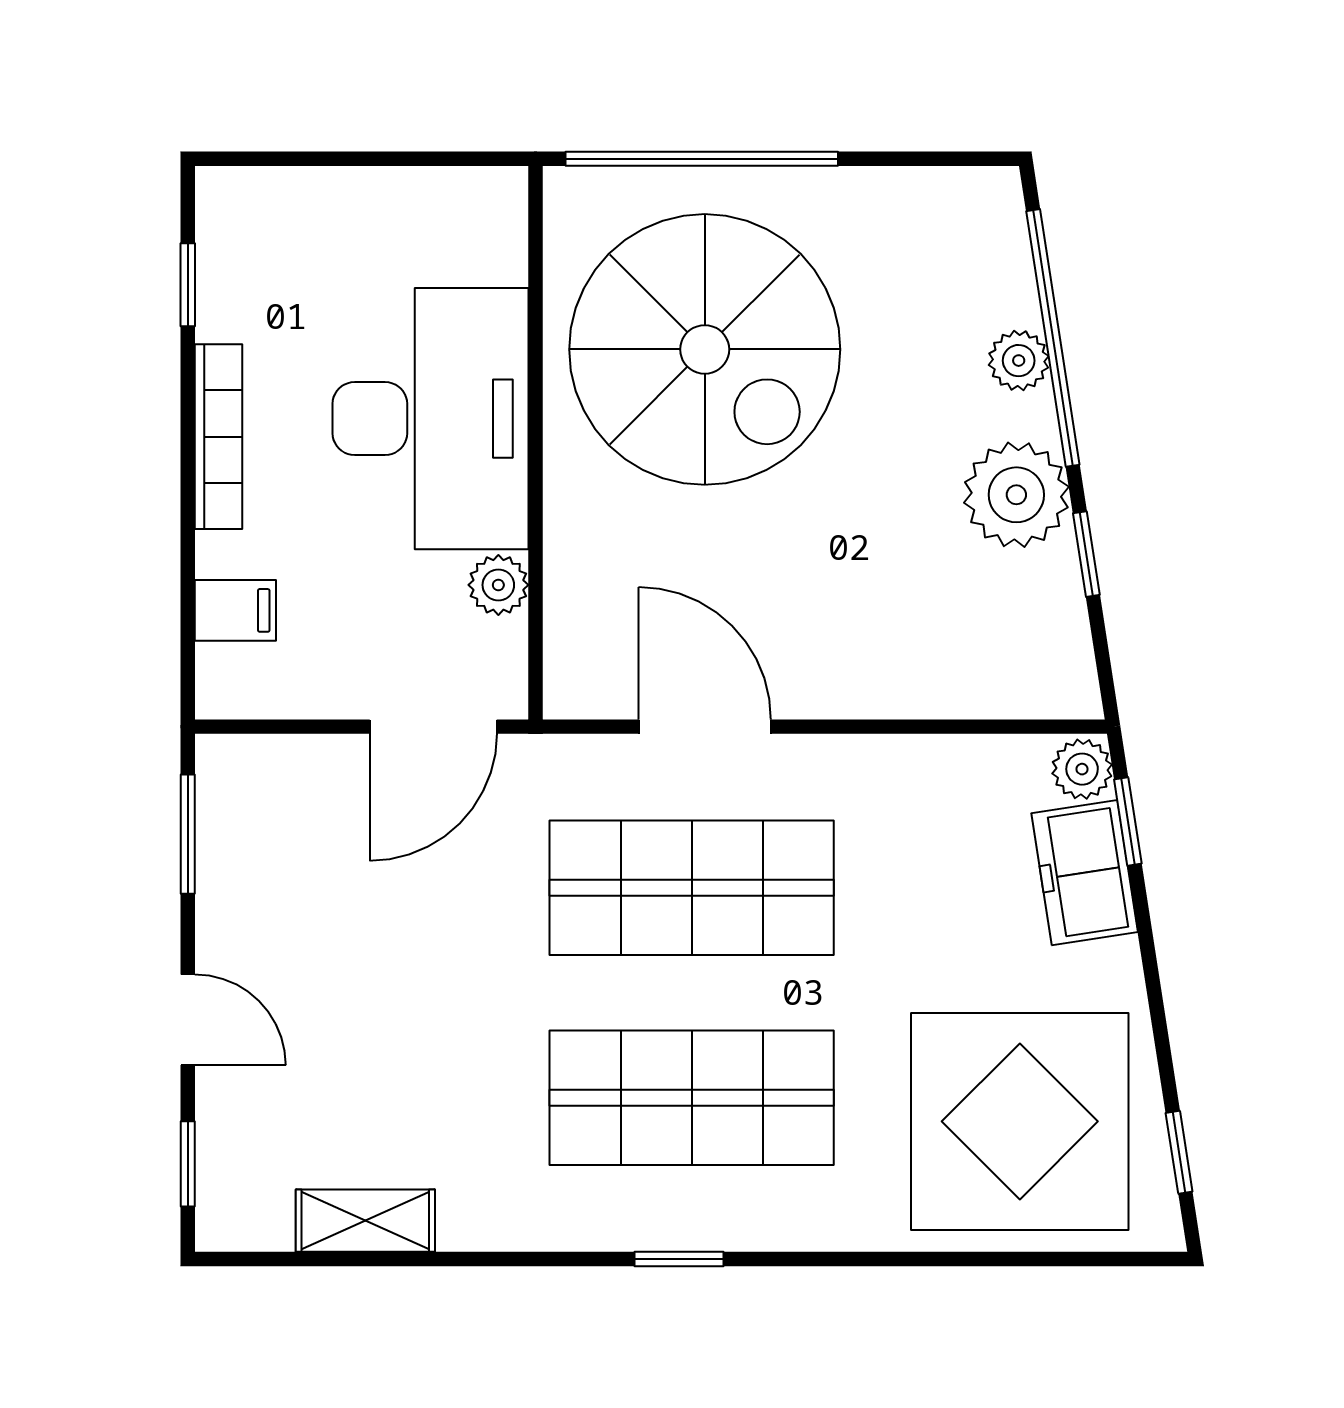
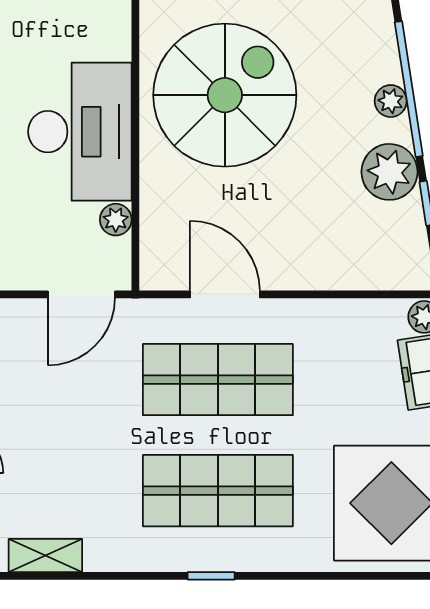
spiral stairs: (705, 349) -> (225, 95), turned -90

